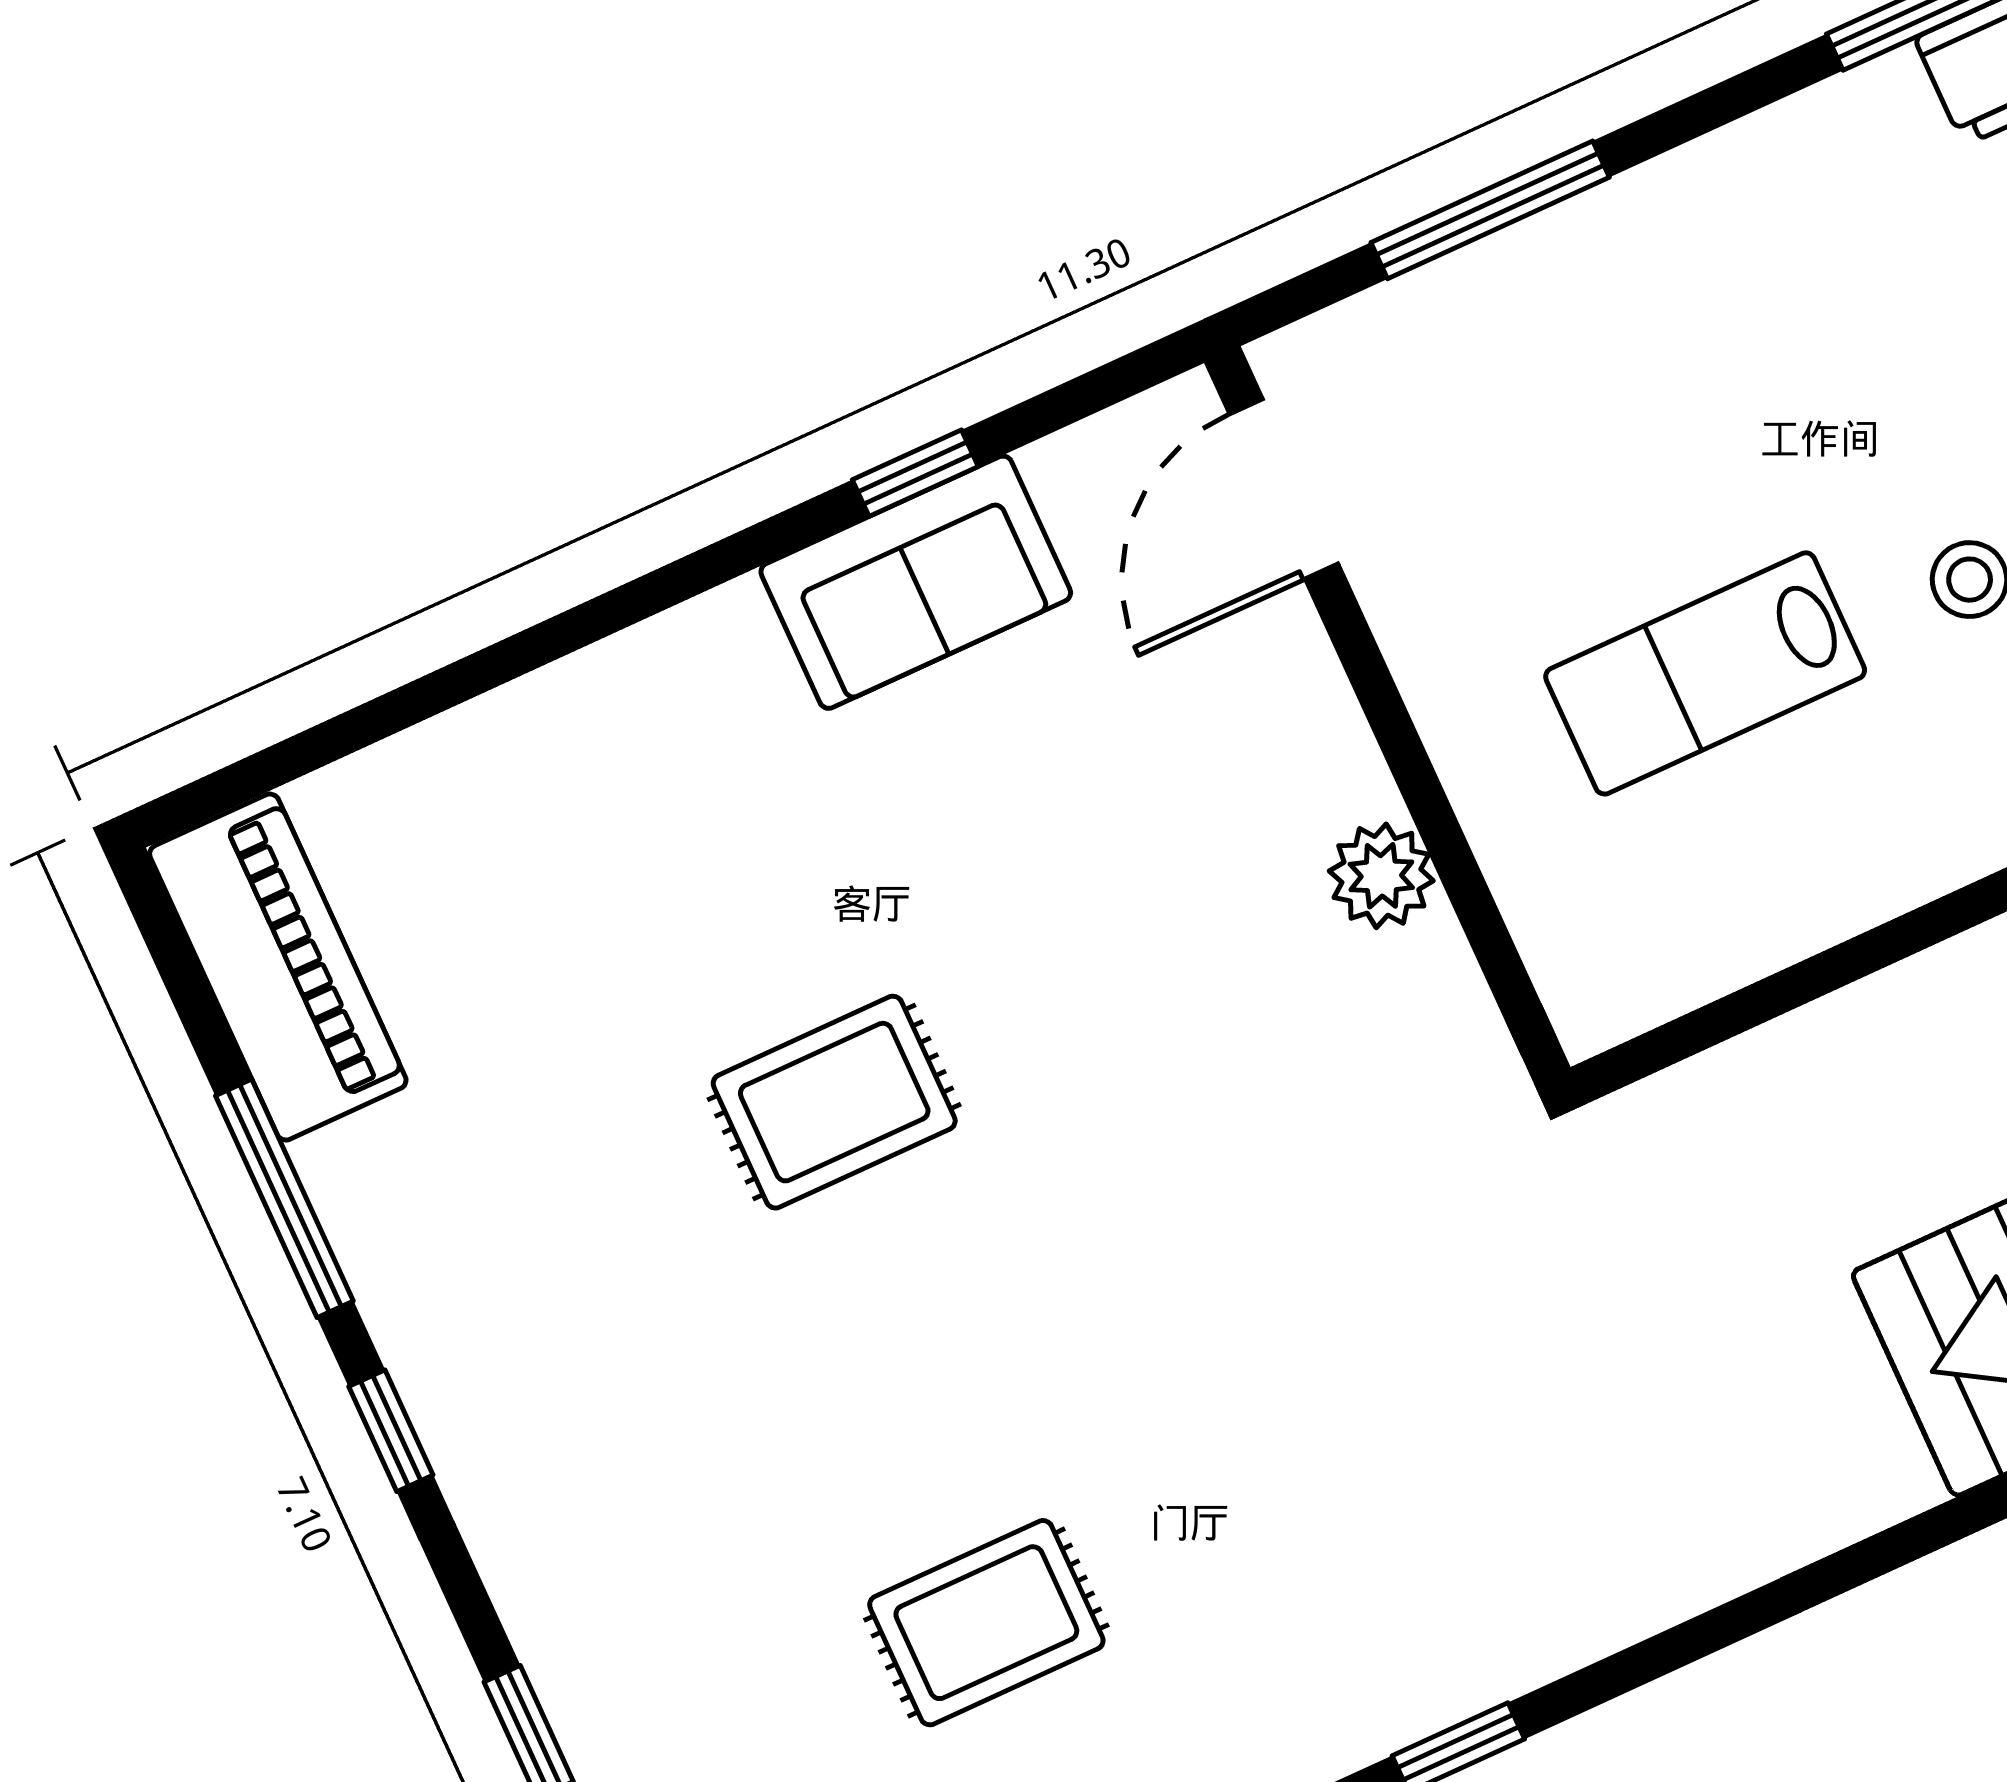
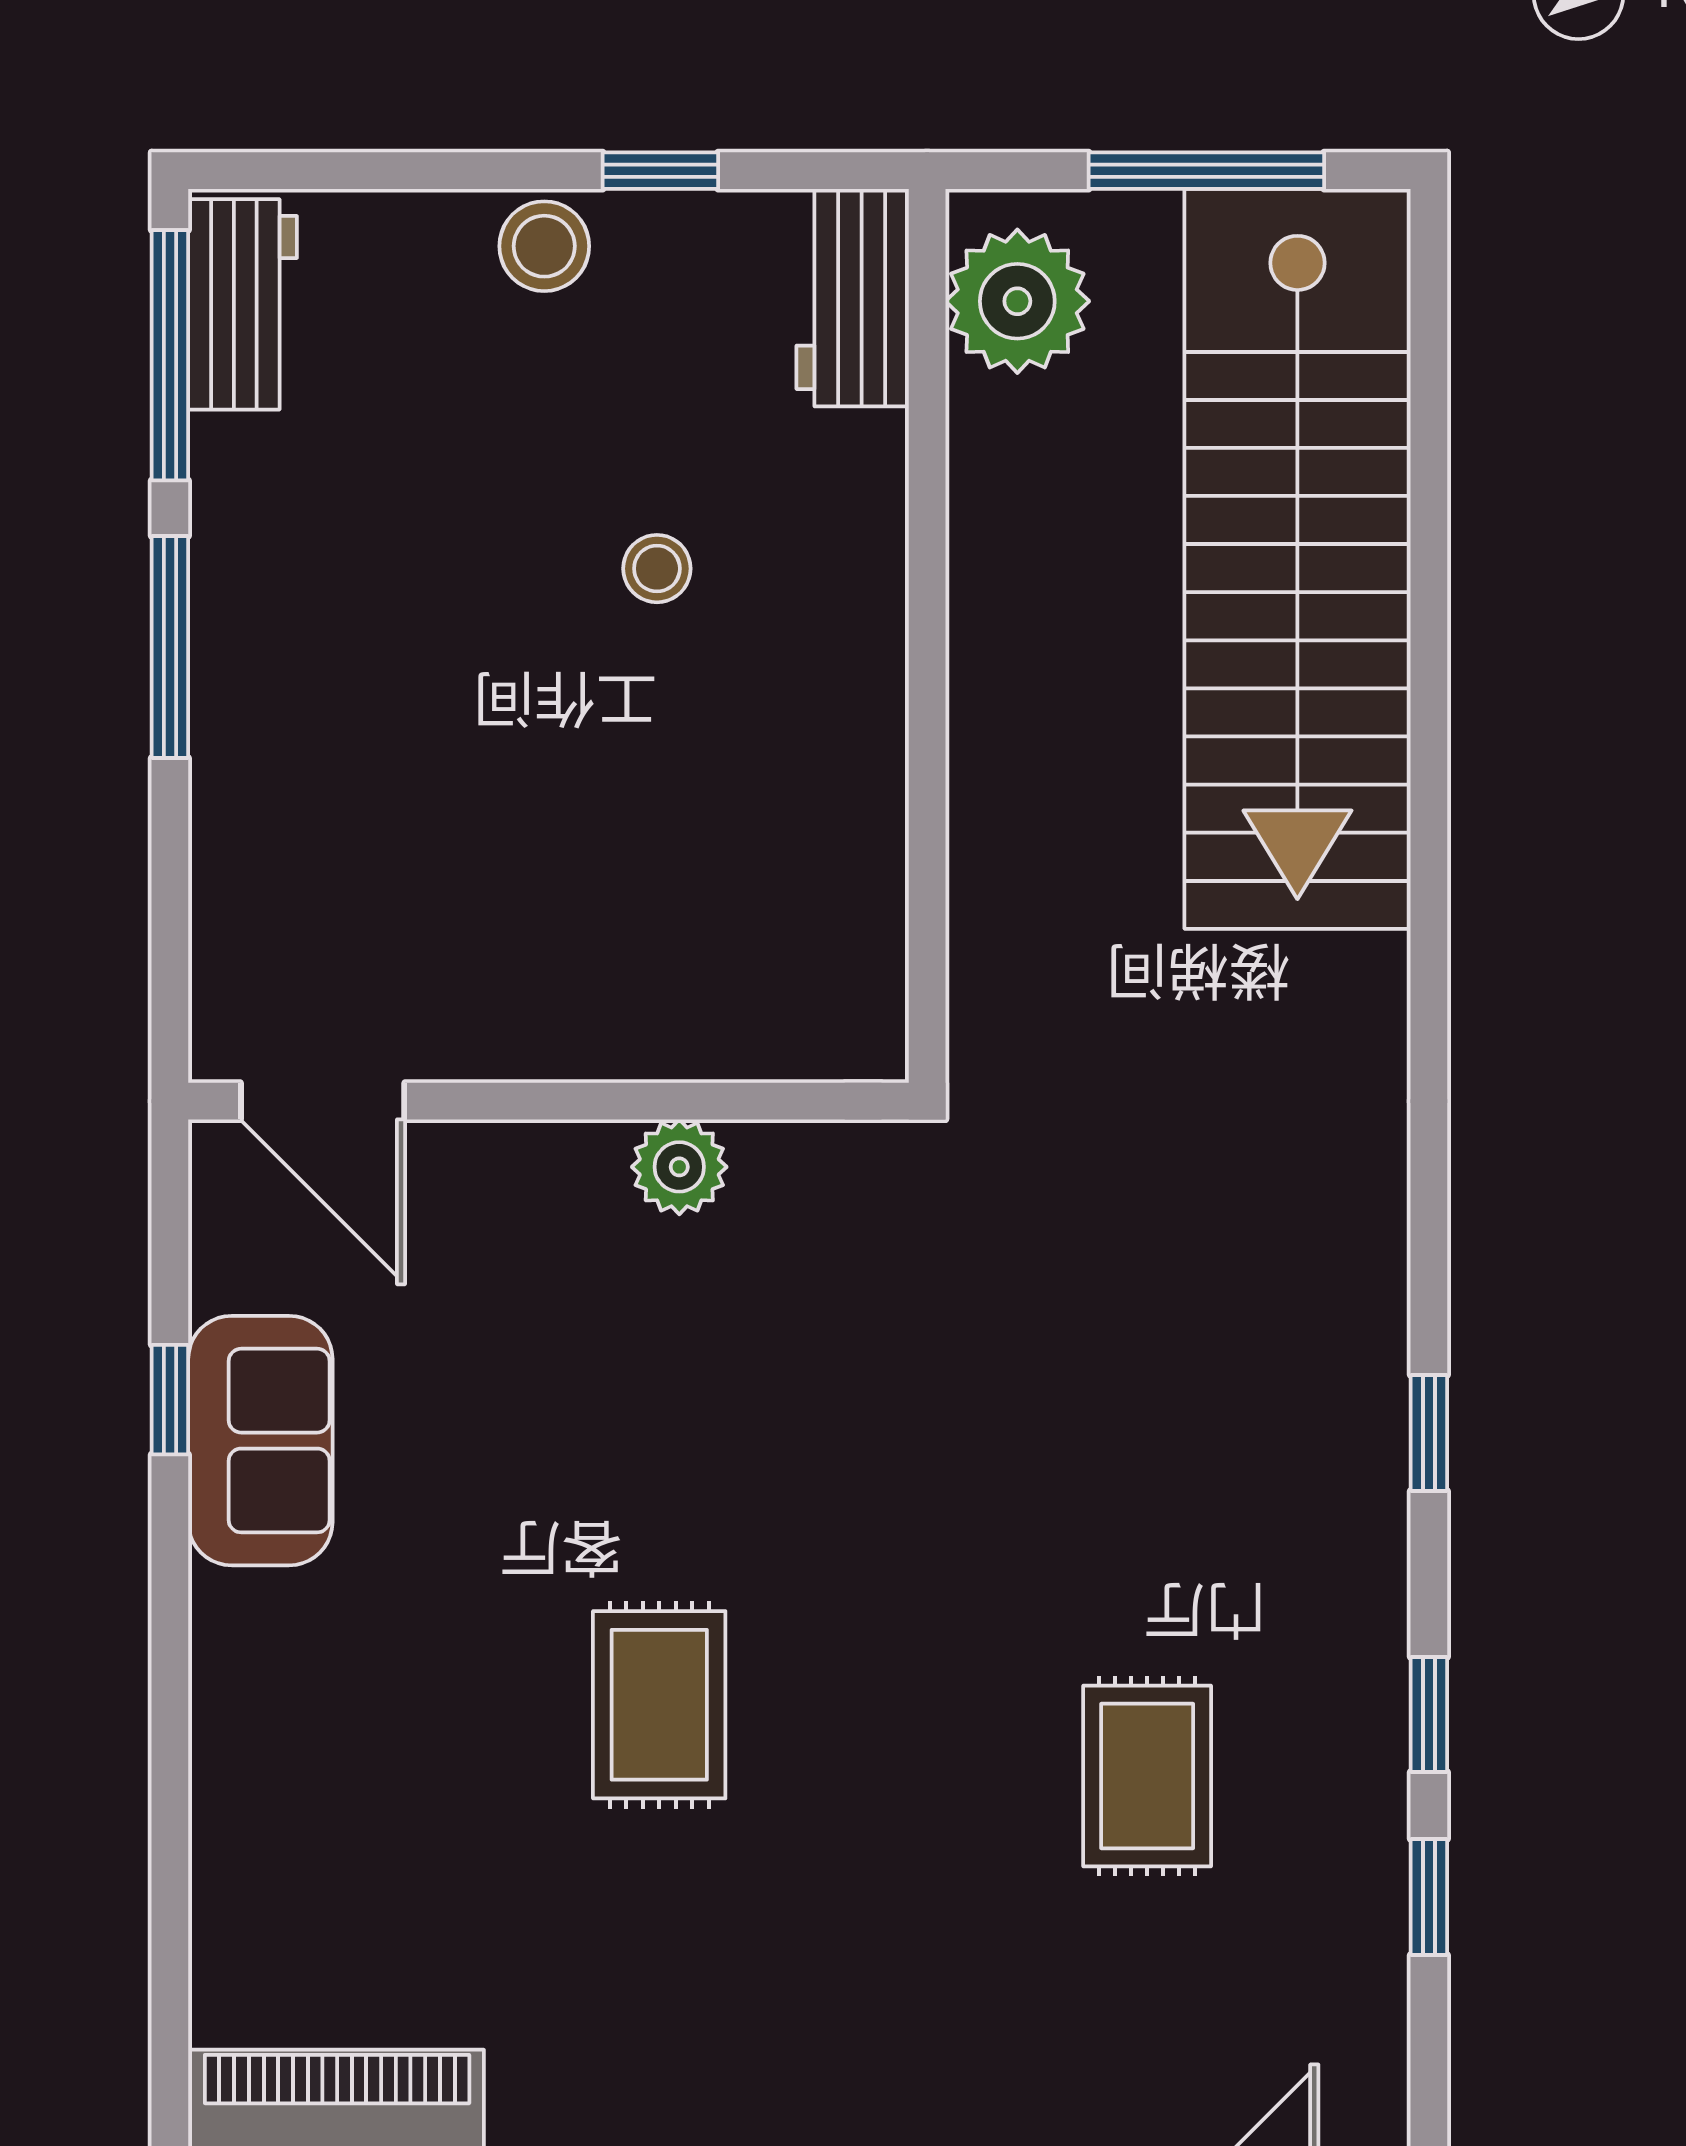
window: (1490, 210) -> (170, 647), moved
lab bench: (1705, 673) -> (634, 823), removed

